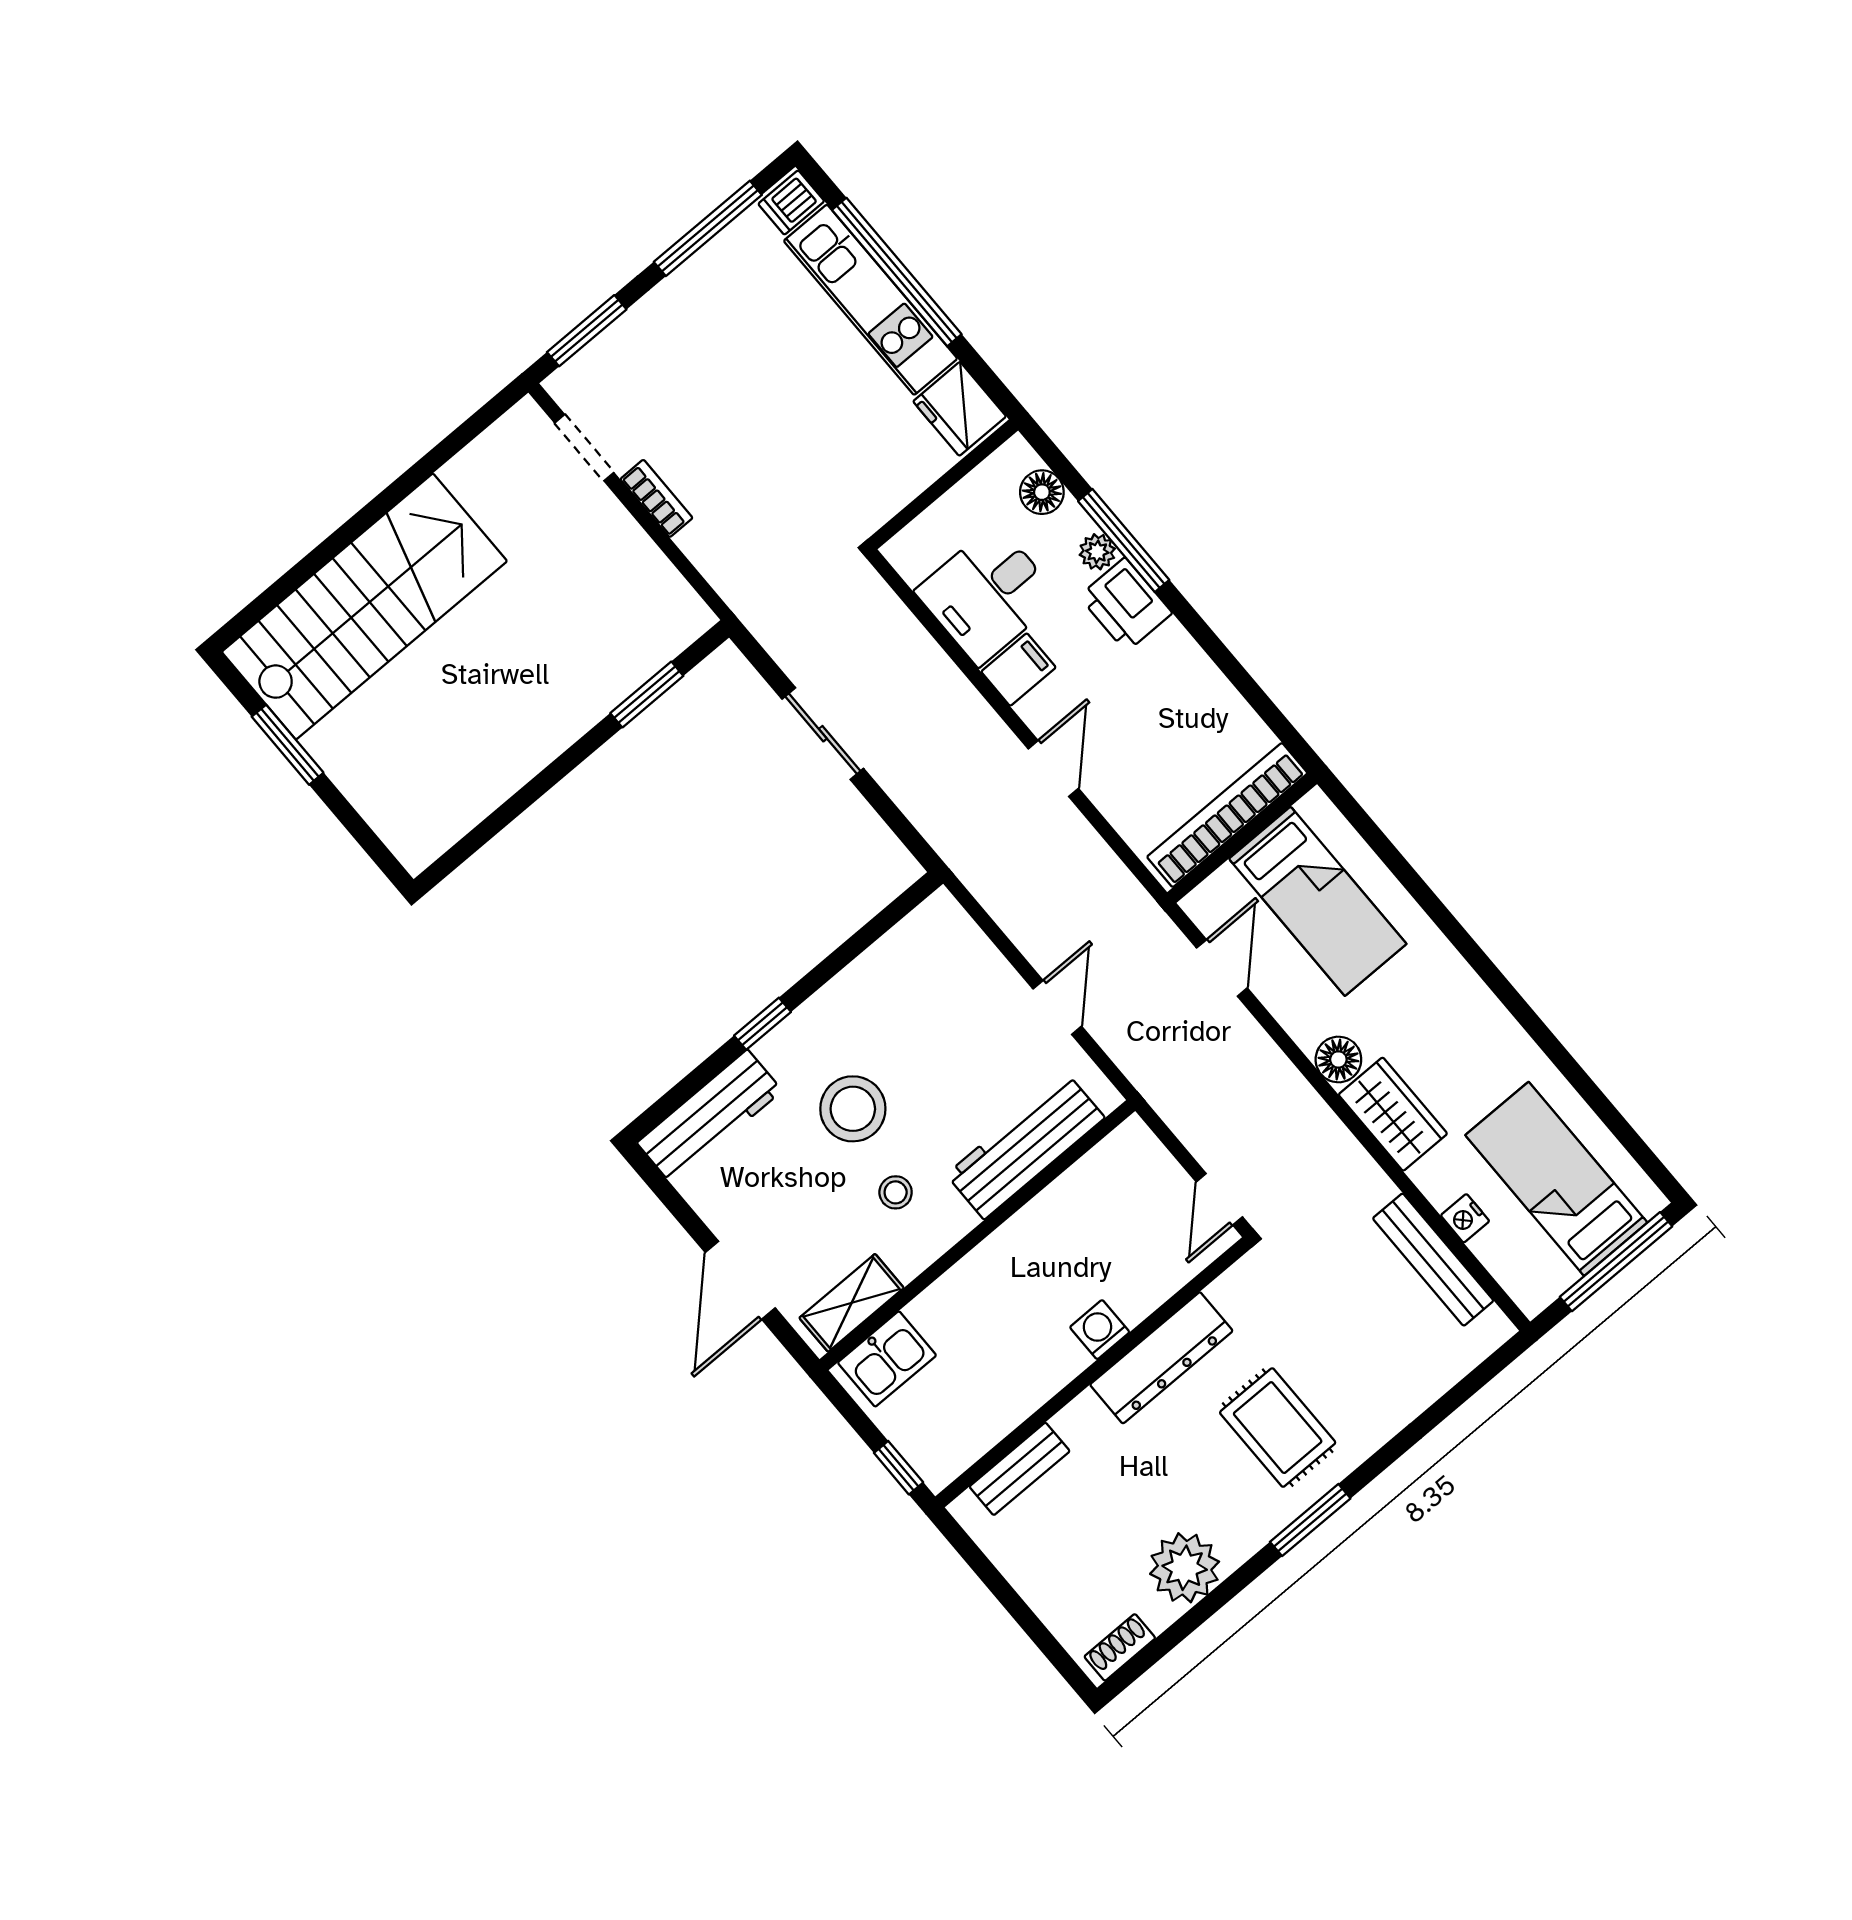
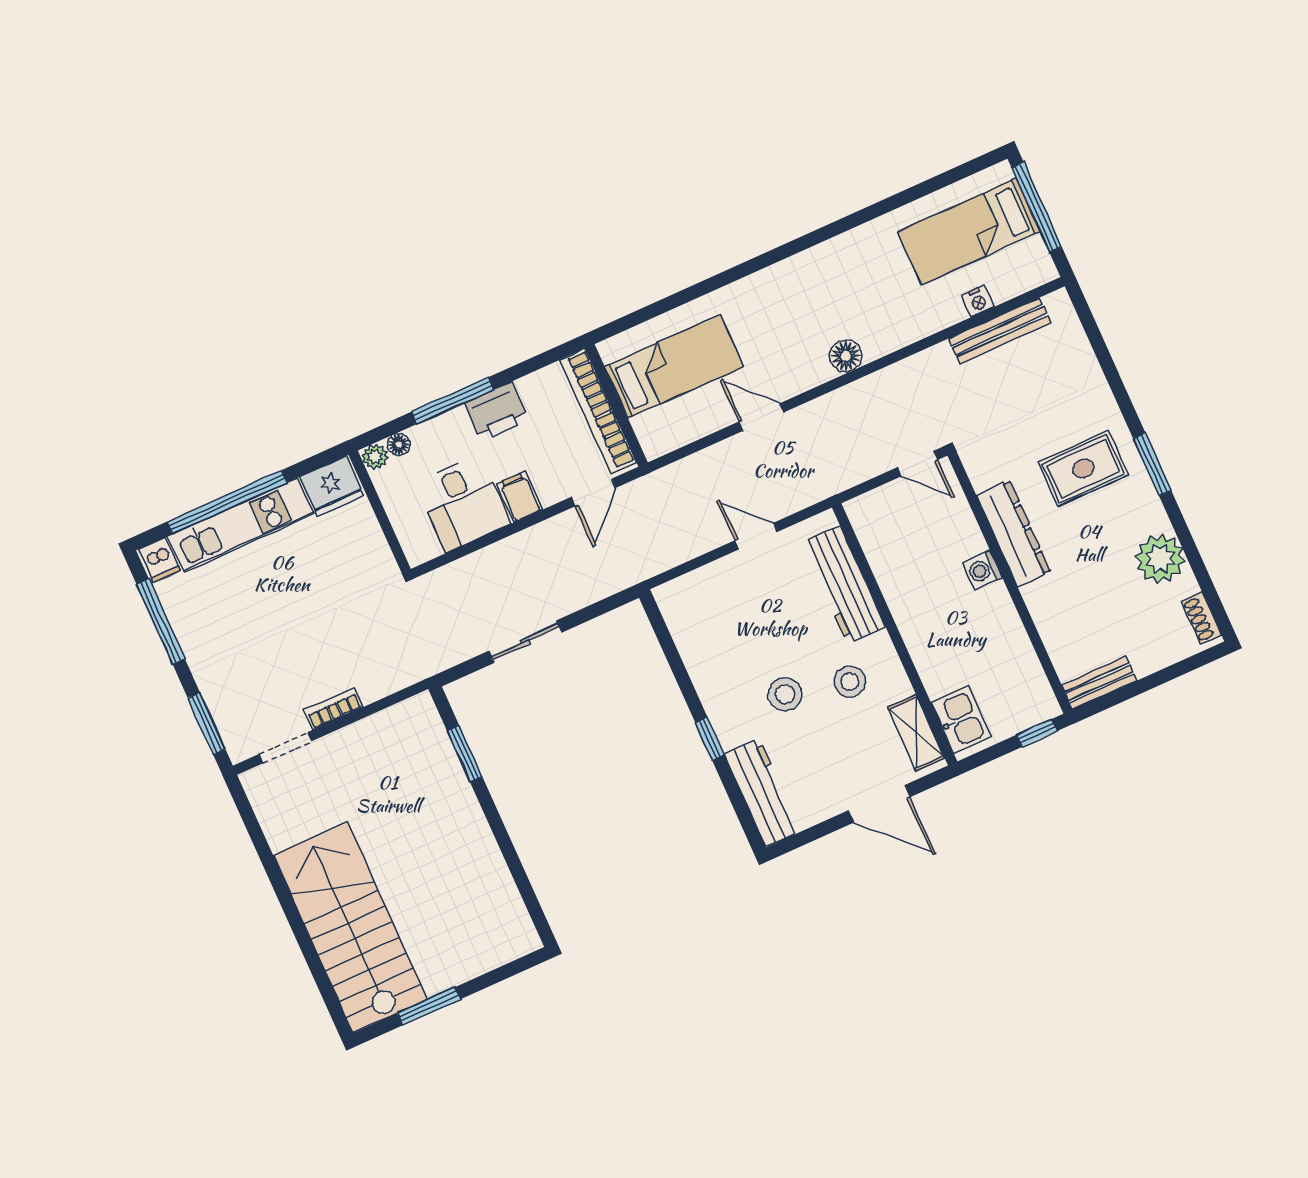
floor lamp: (1042, 492) -> (399, 444), width x0.73, depth x0.73
plant: (1097, 552) -> (375, 457), moved
door: (1053, 769) -> (594, 492), swing flipped
bookcase: (1227, 815) -> (598, 411), moved
wall: (1242, 838) -> (617, 405), moved
bed: (1318, 901) -> (674, 366), moved
stool: (853, 1109) -> (785, 694), width x0.73, depth x0.73
wardrobe: (1393, 1114) -> (893, 330), removed
stool: (896, 1192) -> (850, 682), width x1.37, depth x1.37
bench: (1020, 1469) -> (1099, 683), moved, turned 90

